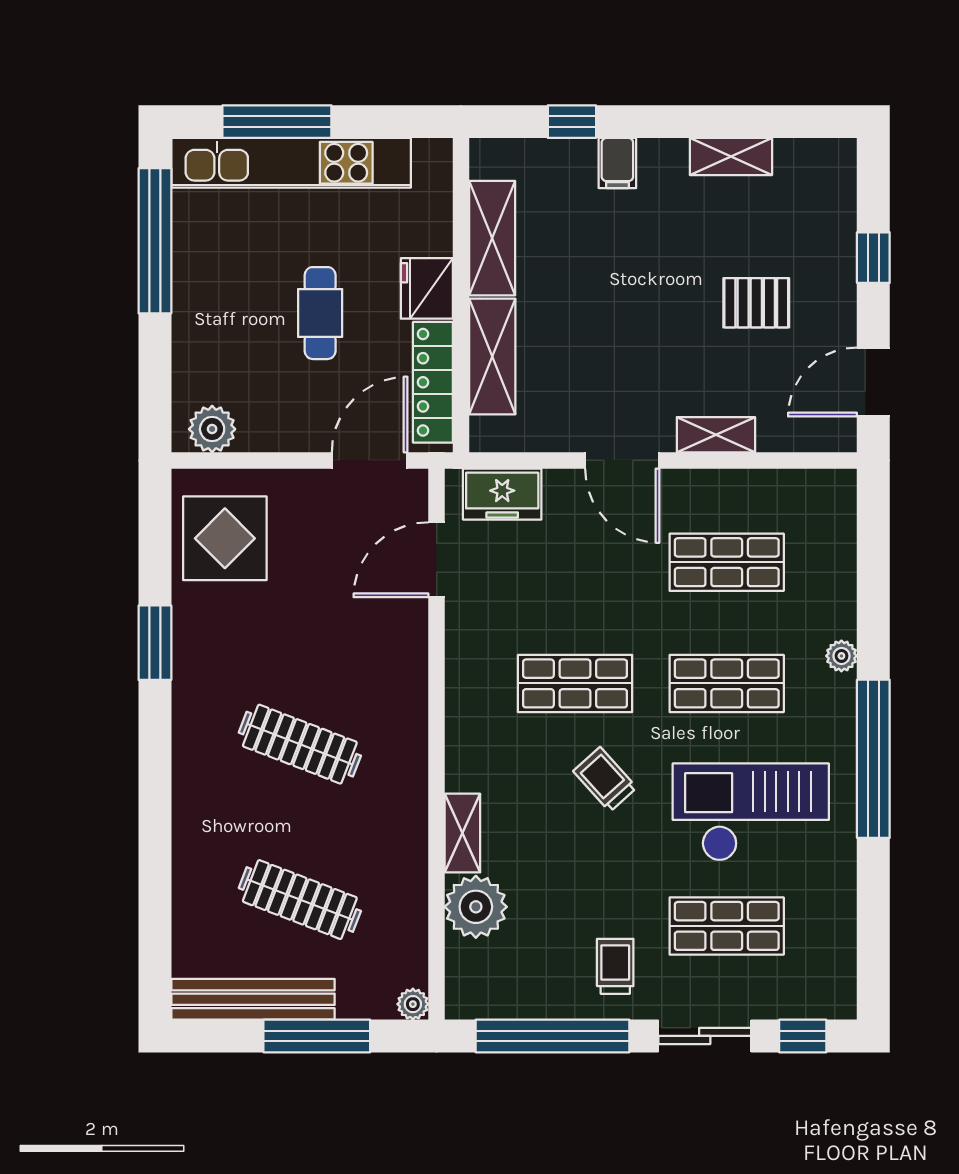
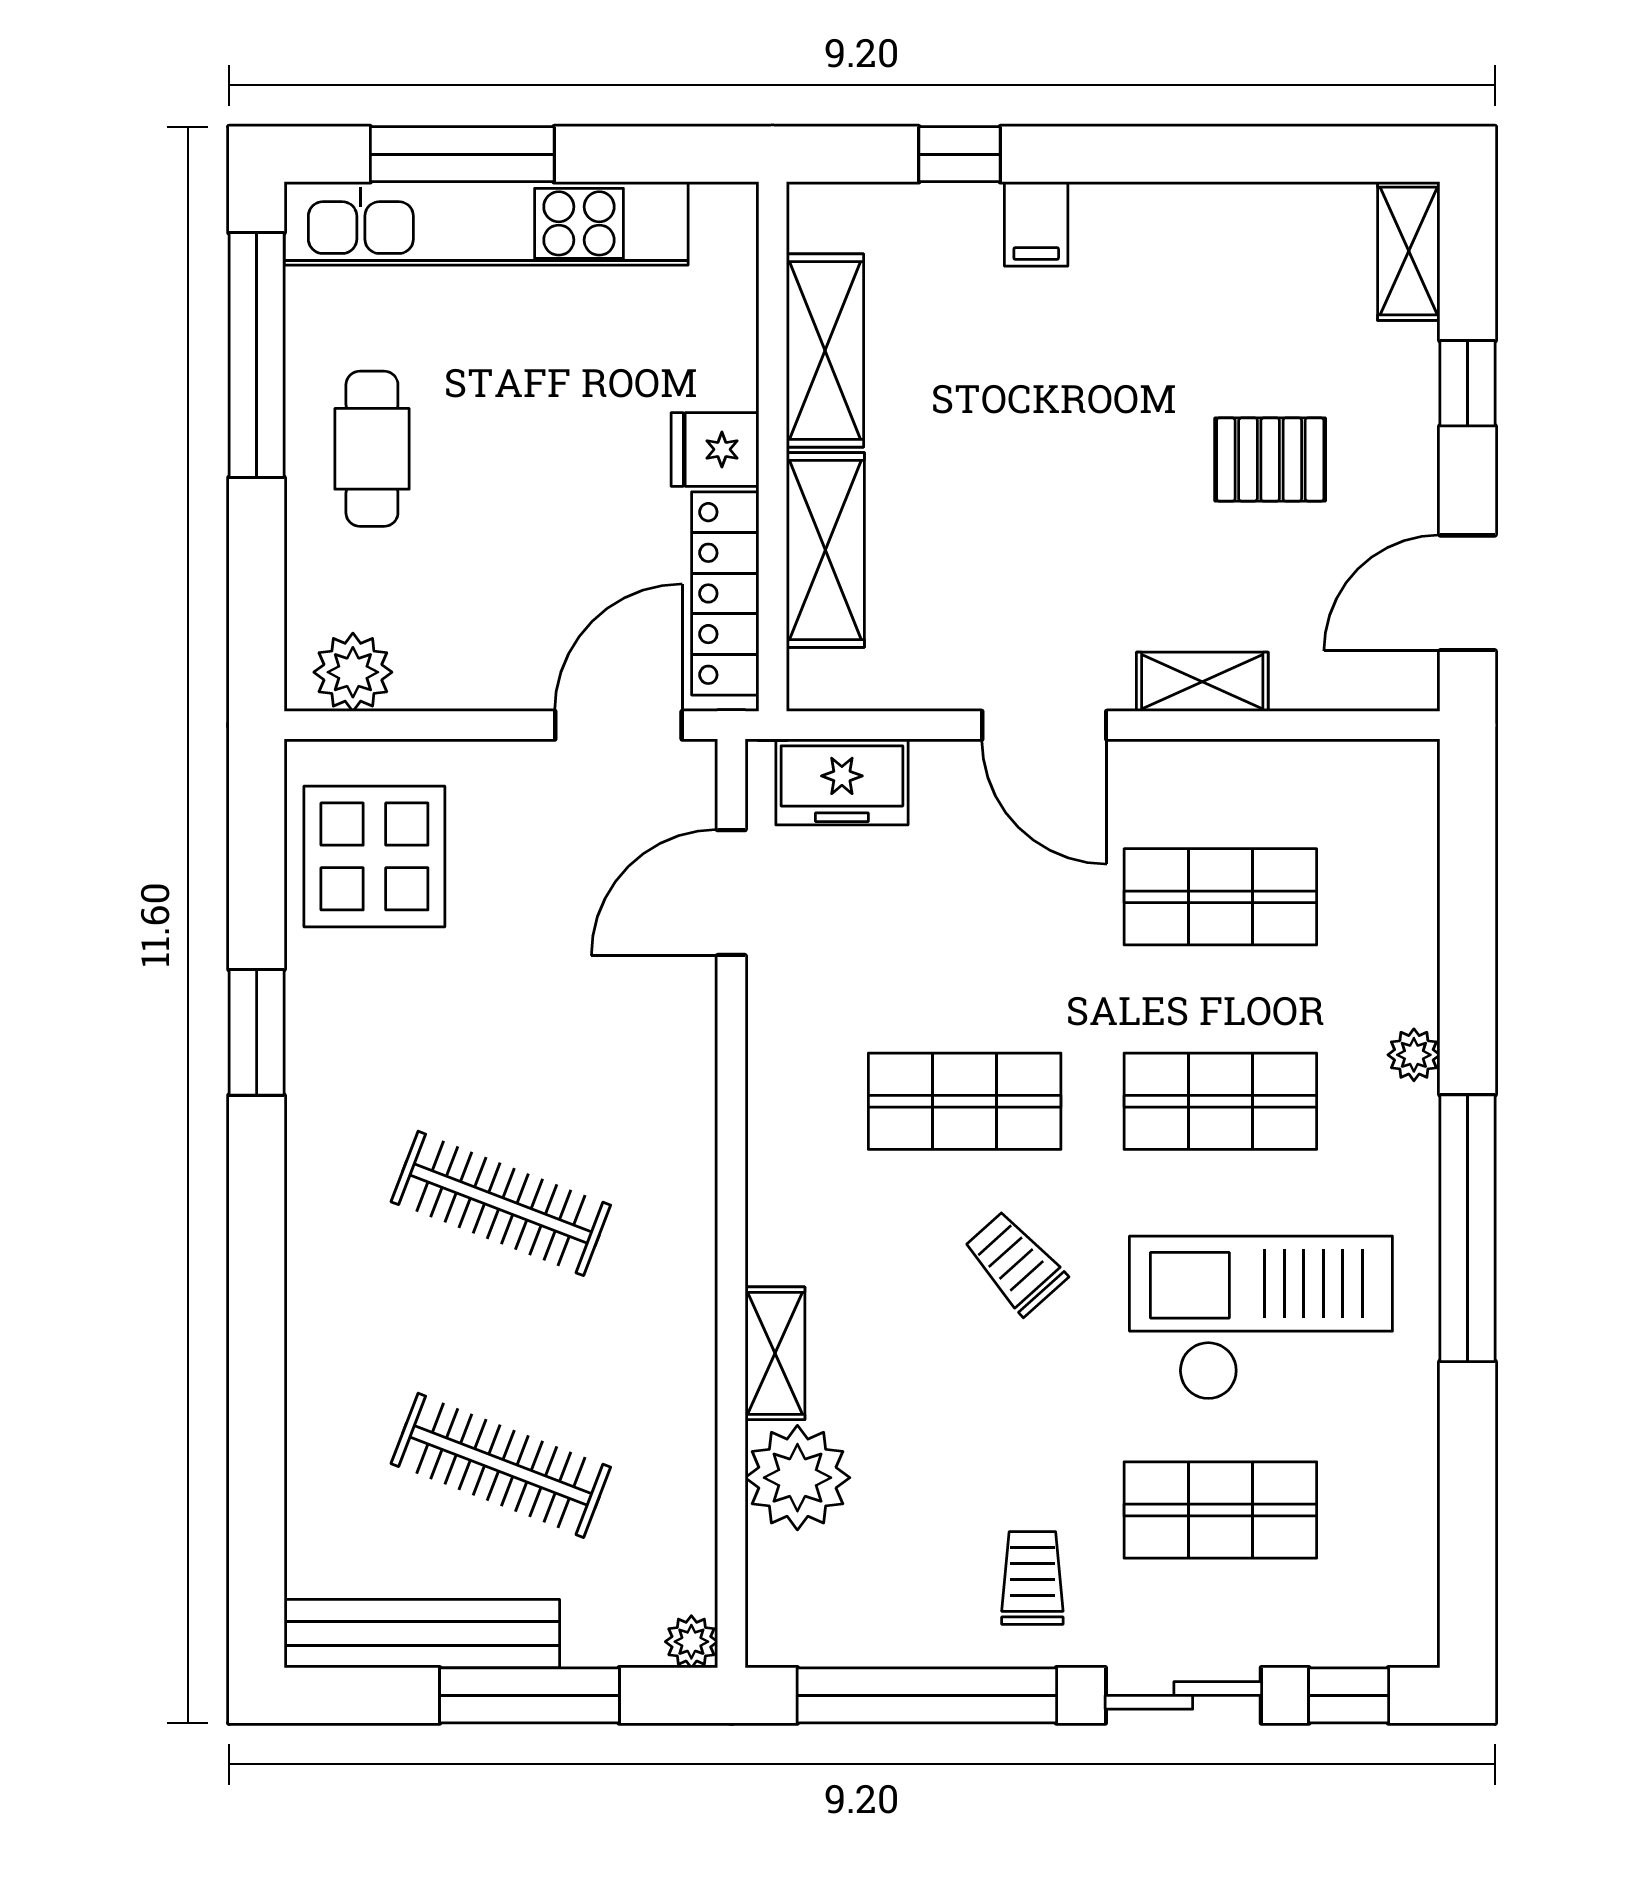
shelving: (731, 157) -> (1409, 251), moved, turned 90
fridge: (427, 288) -> (715, 449), width x0.72
cafe table: (320, 313) -> (372, 449), moved

